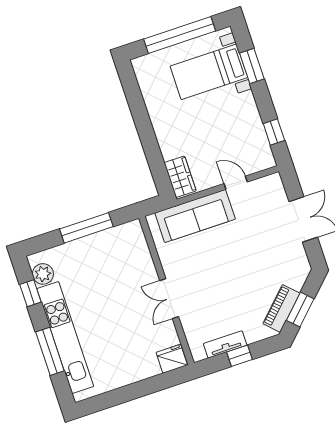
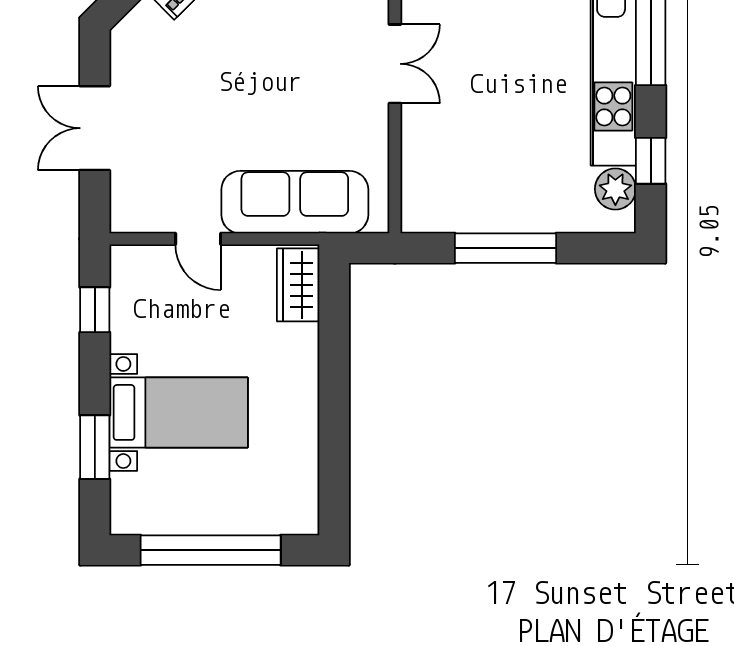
bed with nightstands: (209, 72) -> (179, 412), moved

